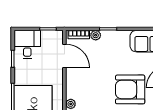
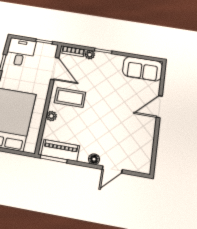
coffee table: (84, 83) -> (70, 97), added
armchair: (130, 89) -> (117, 112), removed

